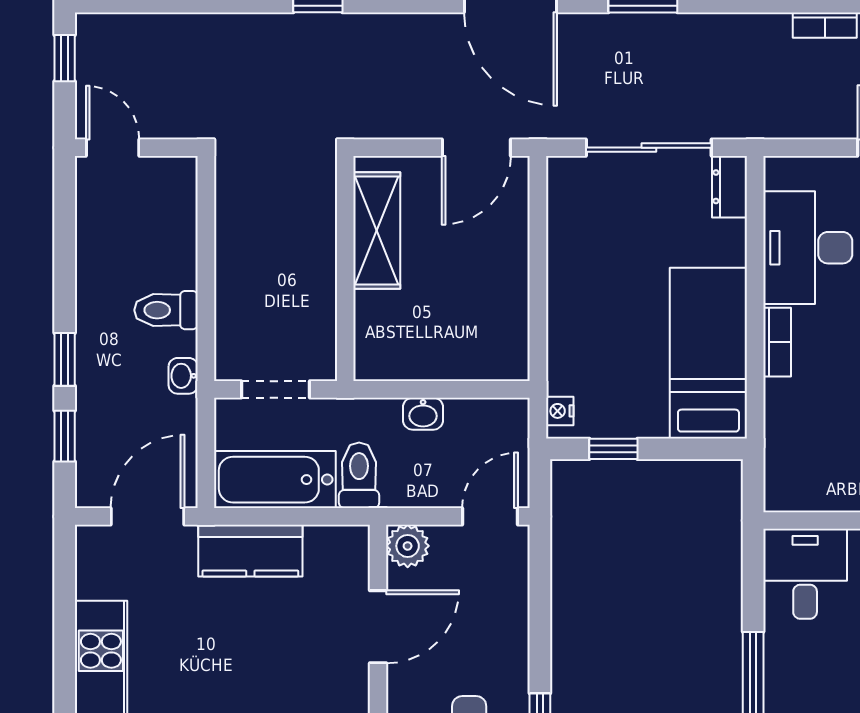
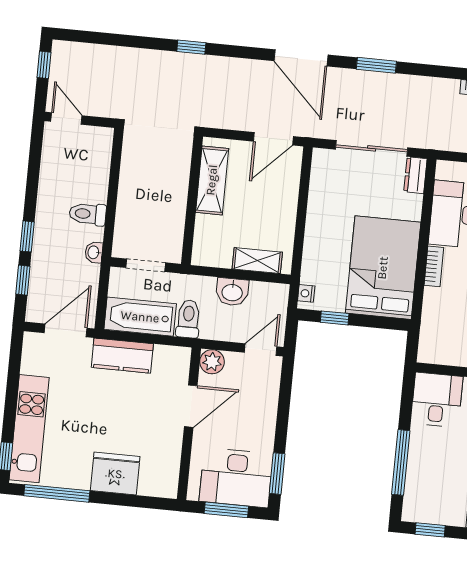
bed: (708, 353) -> (383, 268), width x1.50
shelving: (469, 362) -> (257, 261), added
washbasin: (423, 414) -> (232, 292), width x1.38, depth x1.45

